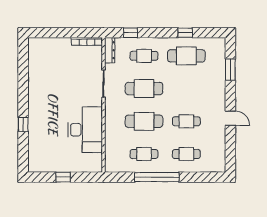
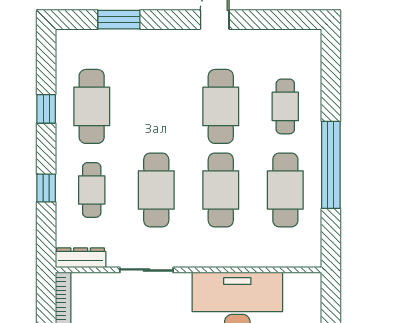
window: (130, 33) -> (46, 188), moved
cafe table: (186, 121) -> (221, 106), width x1.37, depth x1.35
cafe table: (144, 154) -> (285, 190), width x1.37, depth x1.35

